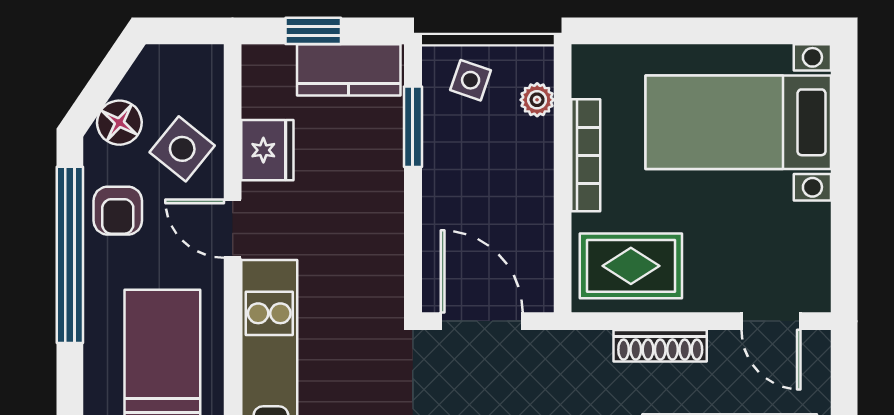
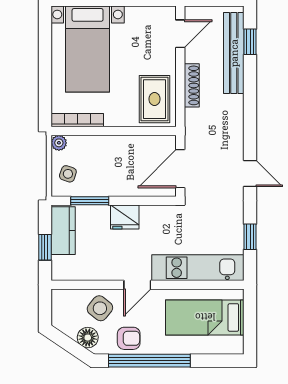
plant: (537, 100) -> (59, 143), moved
fridge: (267, 150) -> (125, 217), moved, turned 180
bookcase: (586, 155) -> (77, 120), moved

